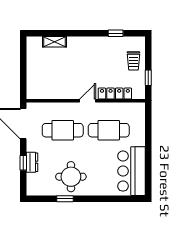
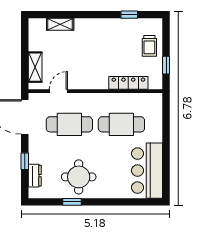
shelving: (32, 80) -> (35, 67), added
door: (88, 101) -> (58, 91), moved
dresser: (32, 162) -> (35, 176), moved

